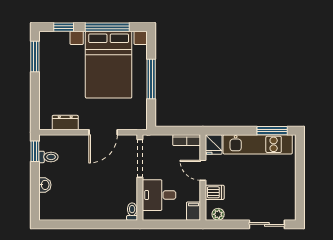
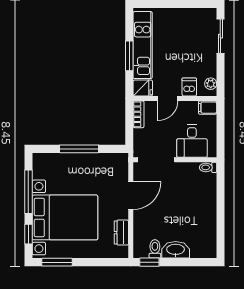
bed with nightstands: (109, 65) -> (65, 217), moved
window: (272, 131) -> (129, 56), moved
door: (103, 132) -> (131, 196), hinge flipped
washbasin: (45, 185) -> (176, 250), width x1.91, depth x1.45

